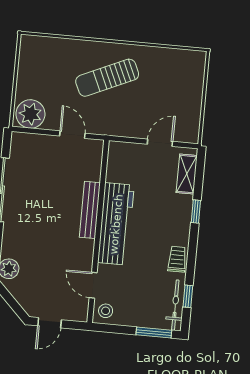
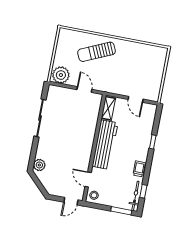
sun lounger: (107, 78) -> (97, 52), moved
door: (160, 143) -> (136, 99), swing flipped
shelving: (187, 174) -> (108, 108), moved
bench: (90, 210) -> (90, 135), removed
door: (50, 323) -> (71, 201), moved

